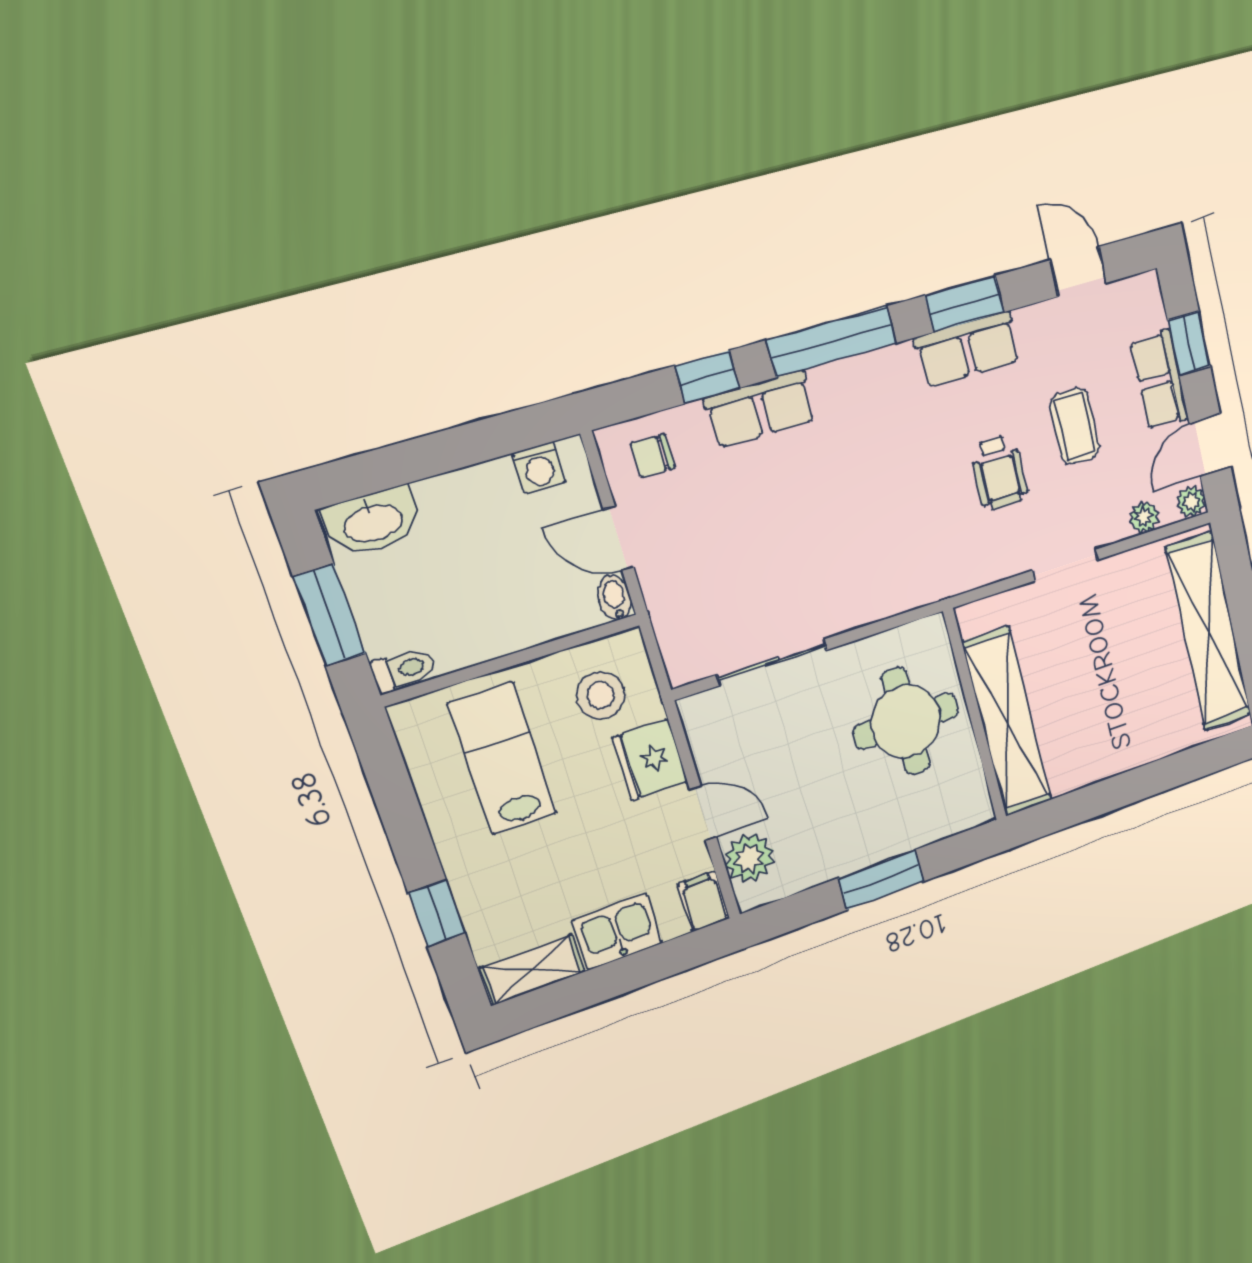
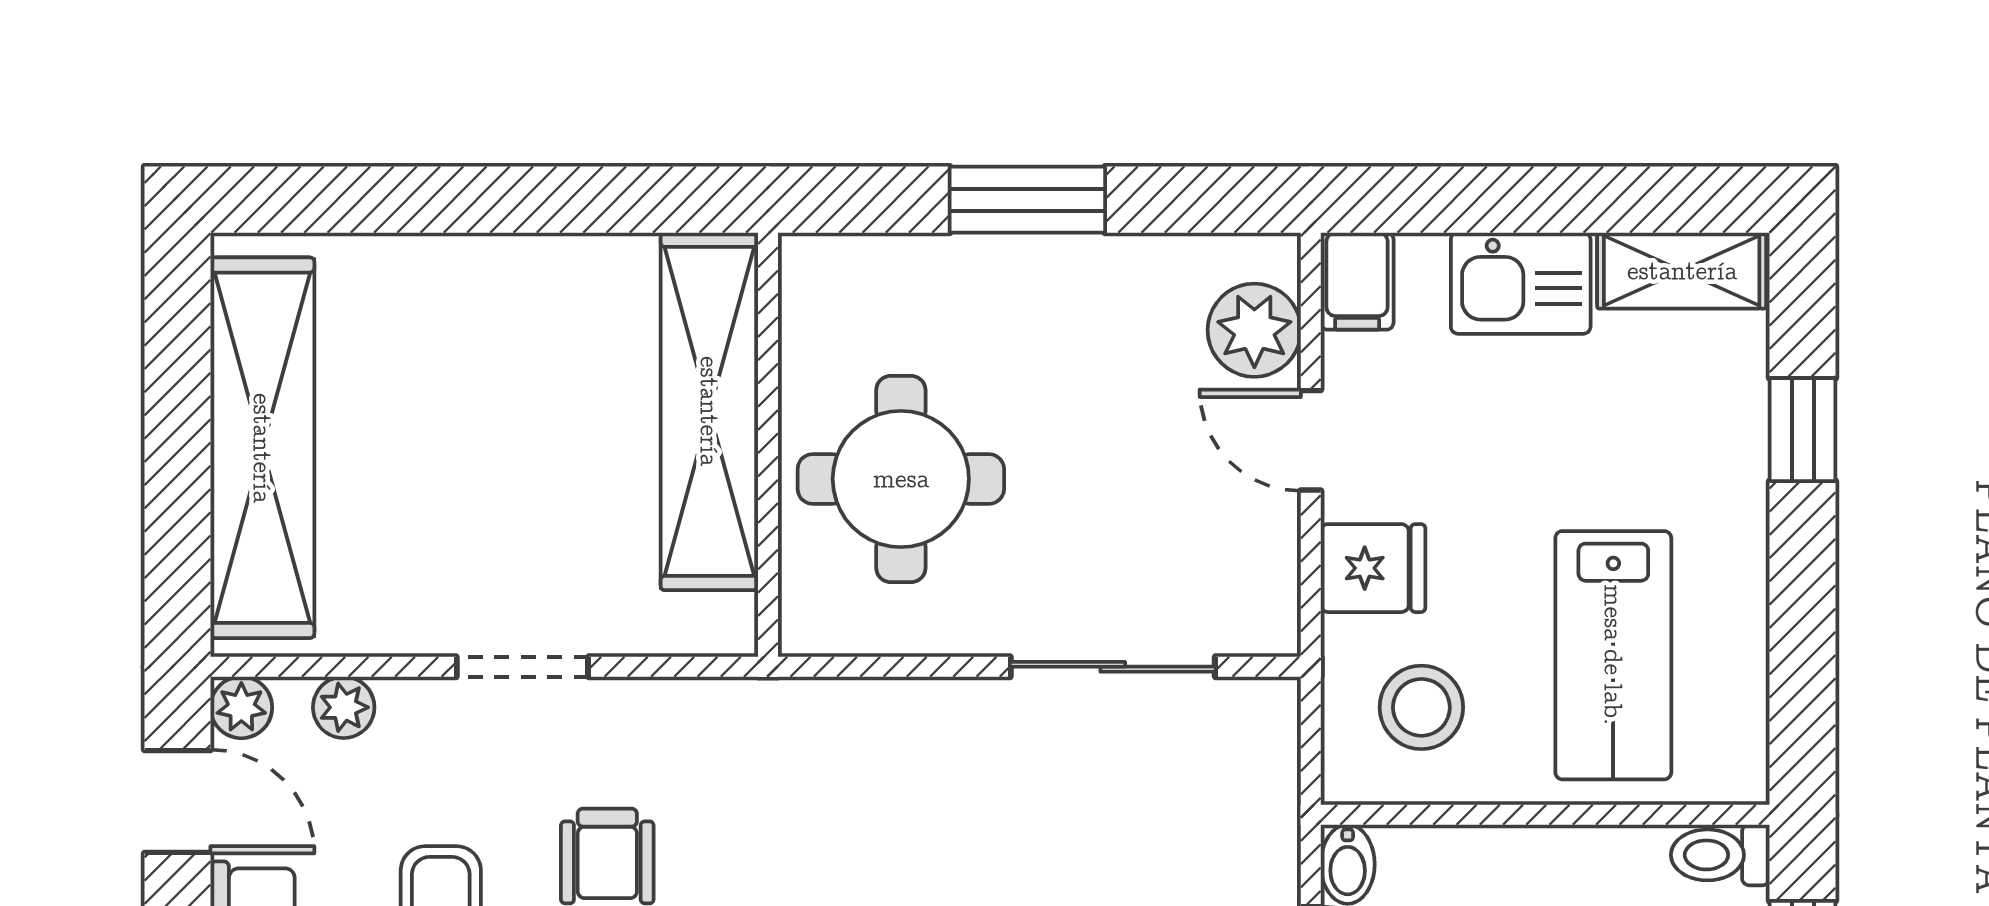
door: (1210, 445) -> (178, 802), hinge flipped
fridge: (650, 760) -> (1373, 568), width x0.72

